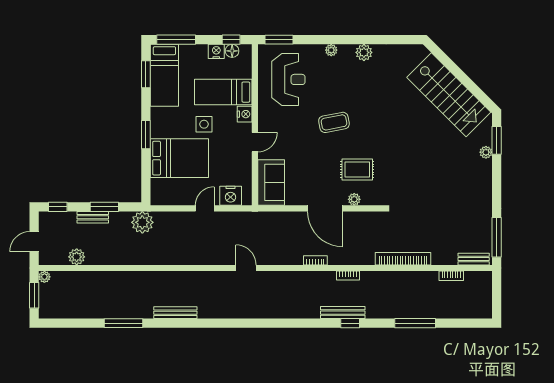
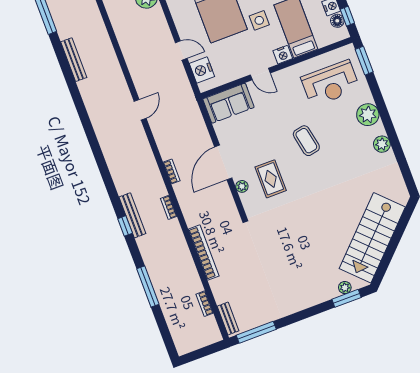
plant: (331, 50) -> (368, 115), width x1.87, depth x1.87
plant: (486, 152) -> (345, 288), moved

